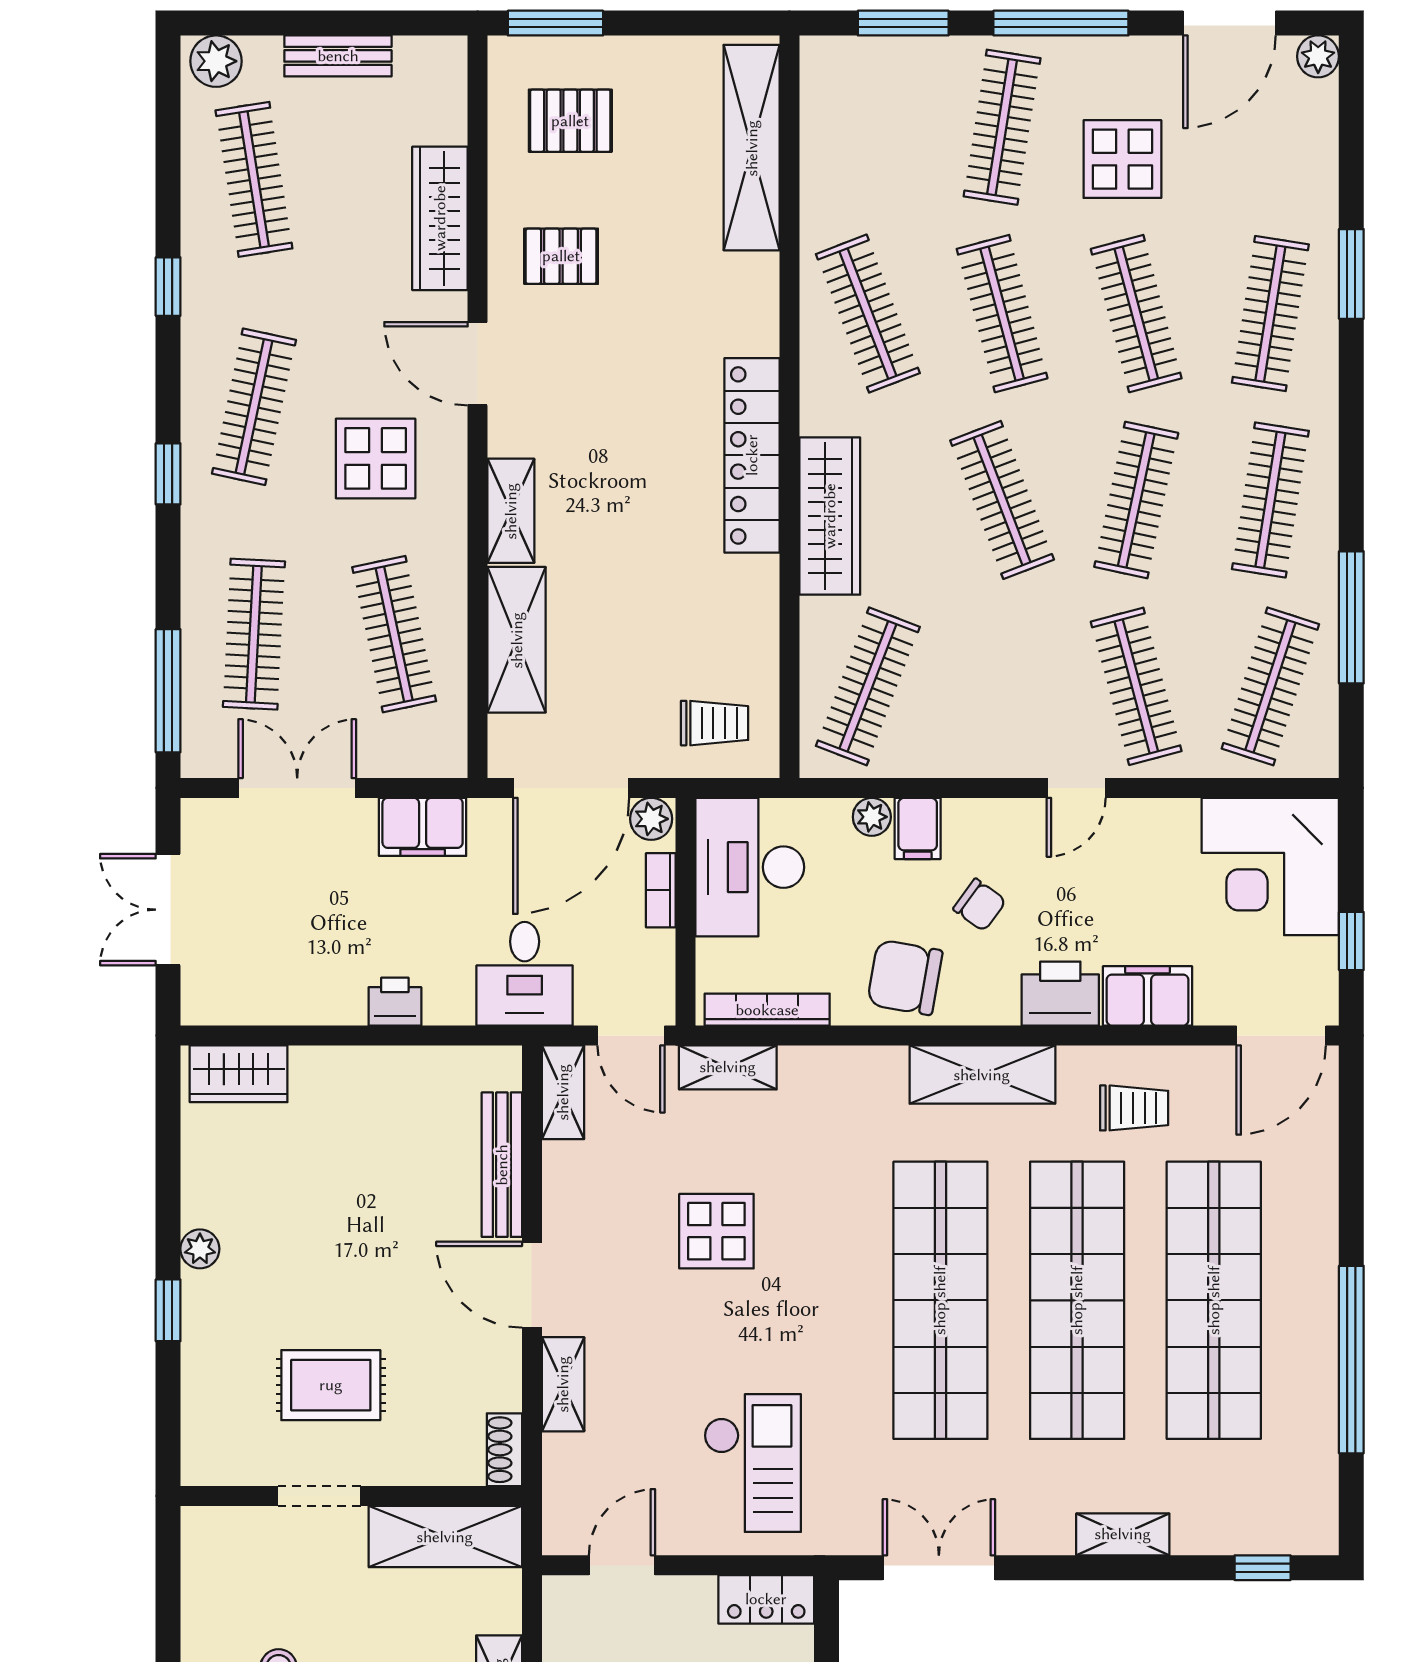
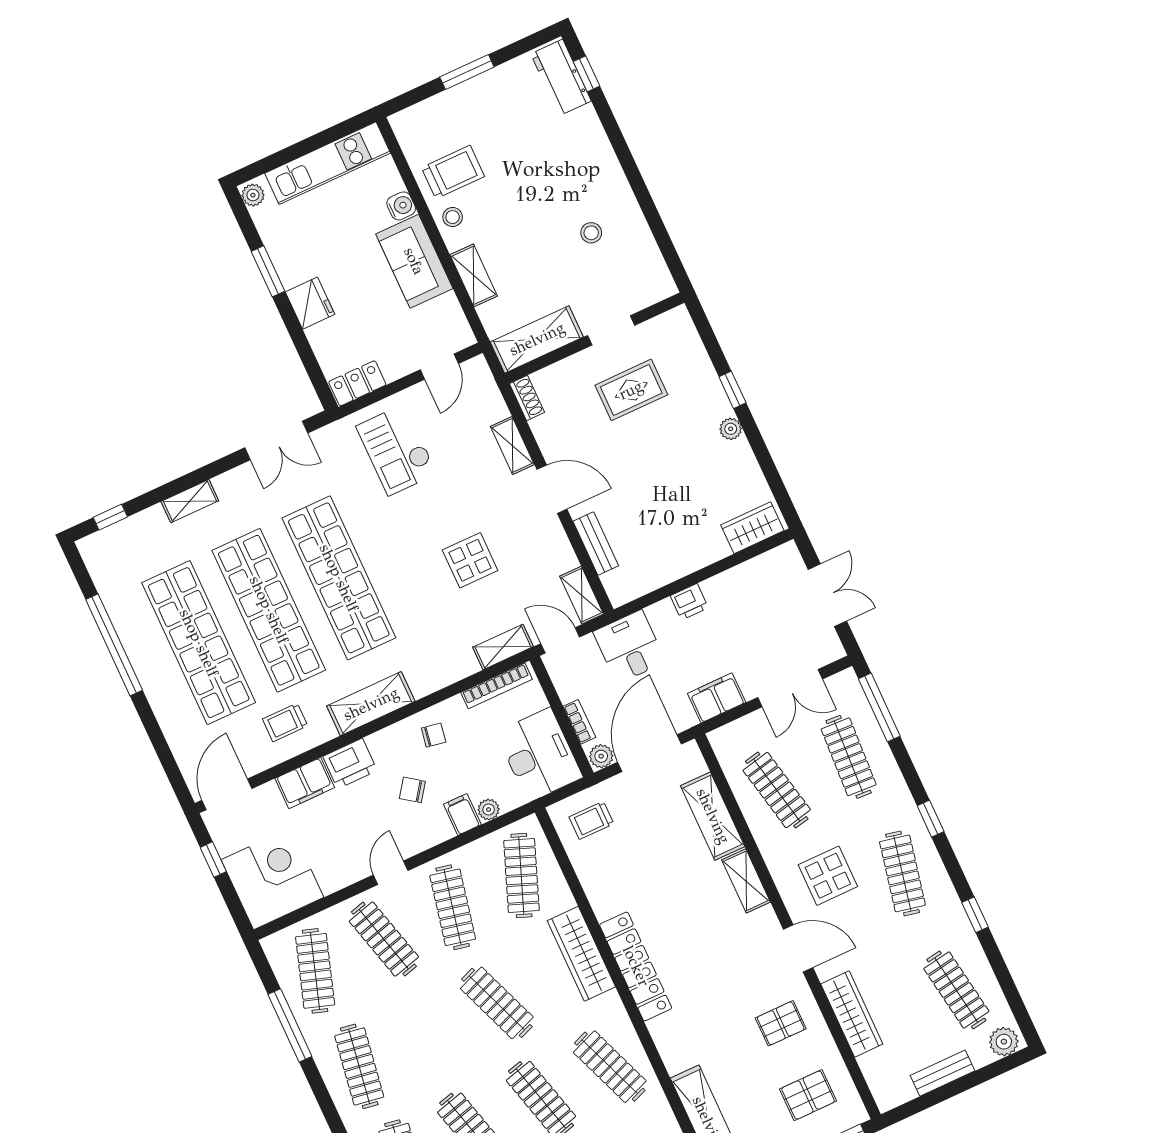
clothes rail: (1136, 500) -> (453, 907), moved
chair: (905, 977) -> (434, 735), width x0.54, depth x0.54
bench: (502, 1165) -> (596, 544), width x0.73

